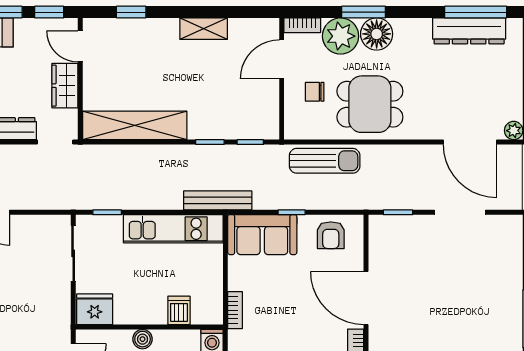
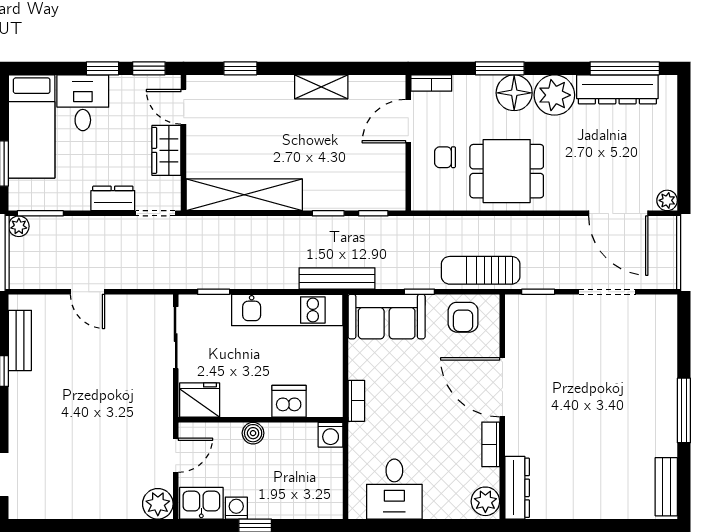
plant: (341, 36) -> (554, 95), moved
sun lounger: (325, 161) -> (481, 270), moved, turned 180
dishwasher: (179, 310) -> (289, 401), width x1.38

